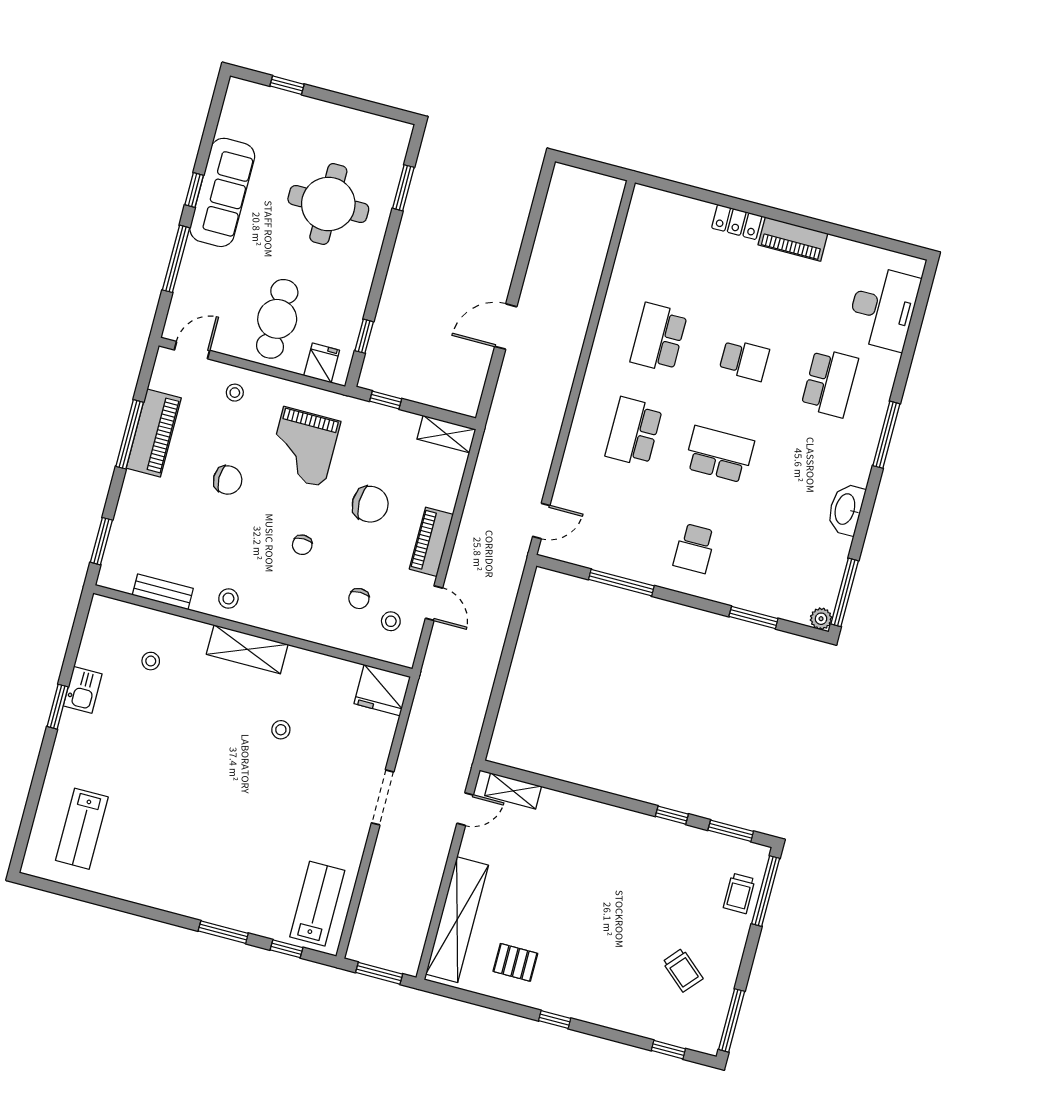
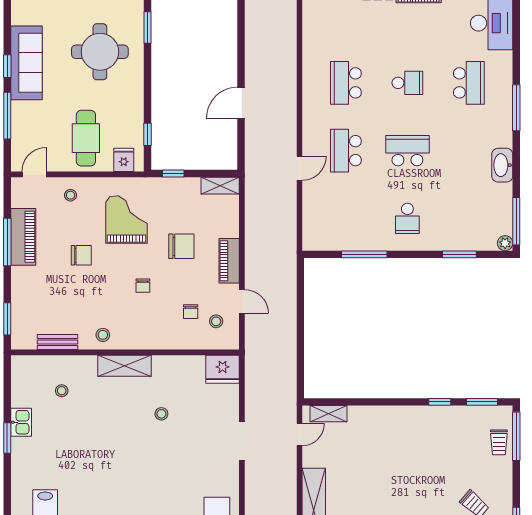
grand piano: (304, 447) -> (126, 220), turned 180
door: (541, 521) -> (299, 168), moved

